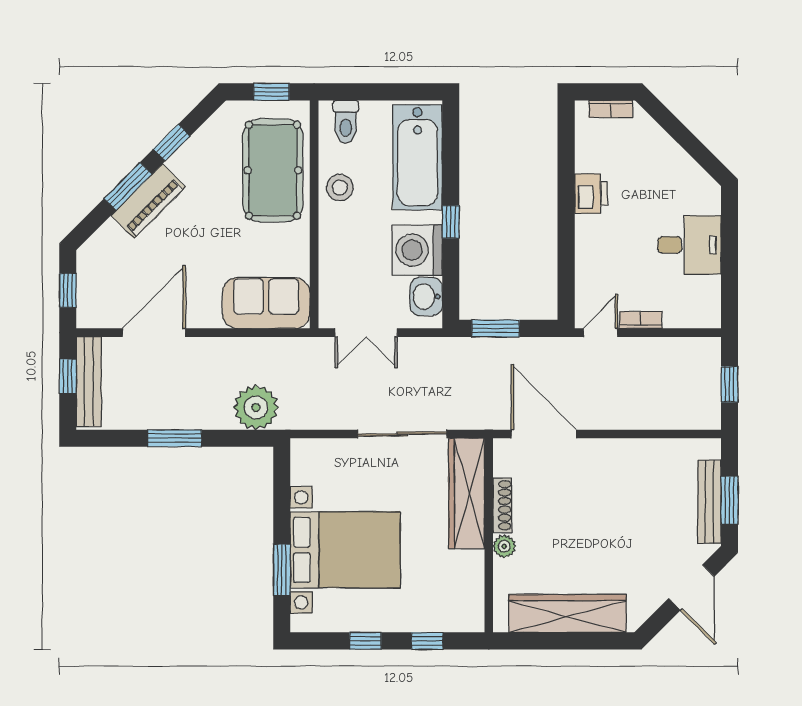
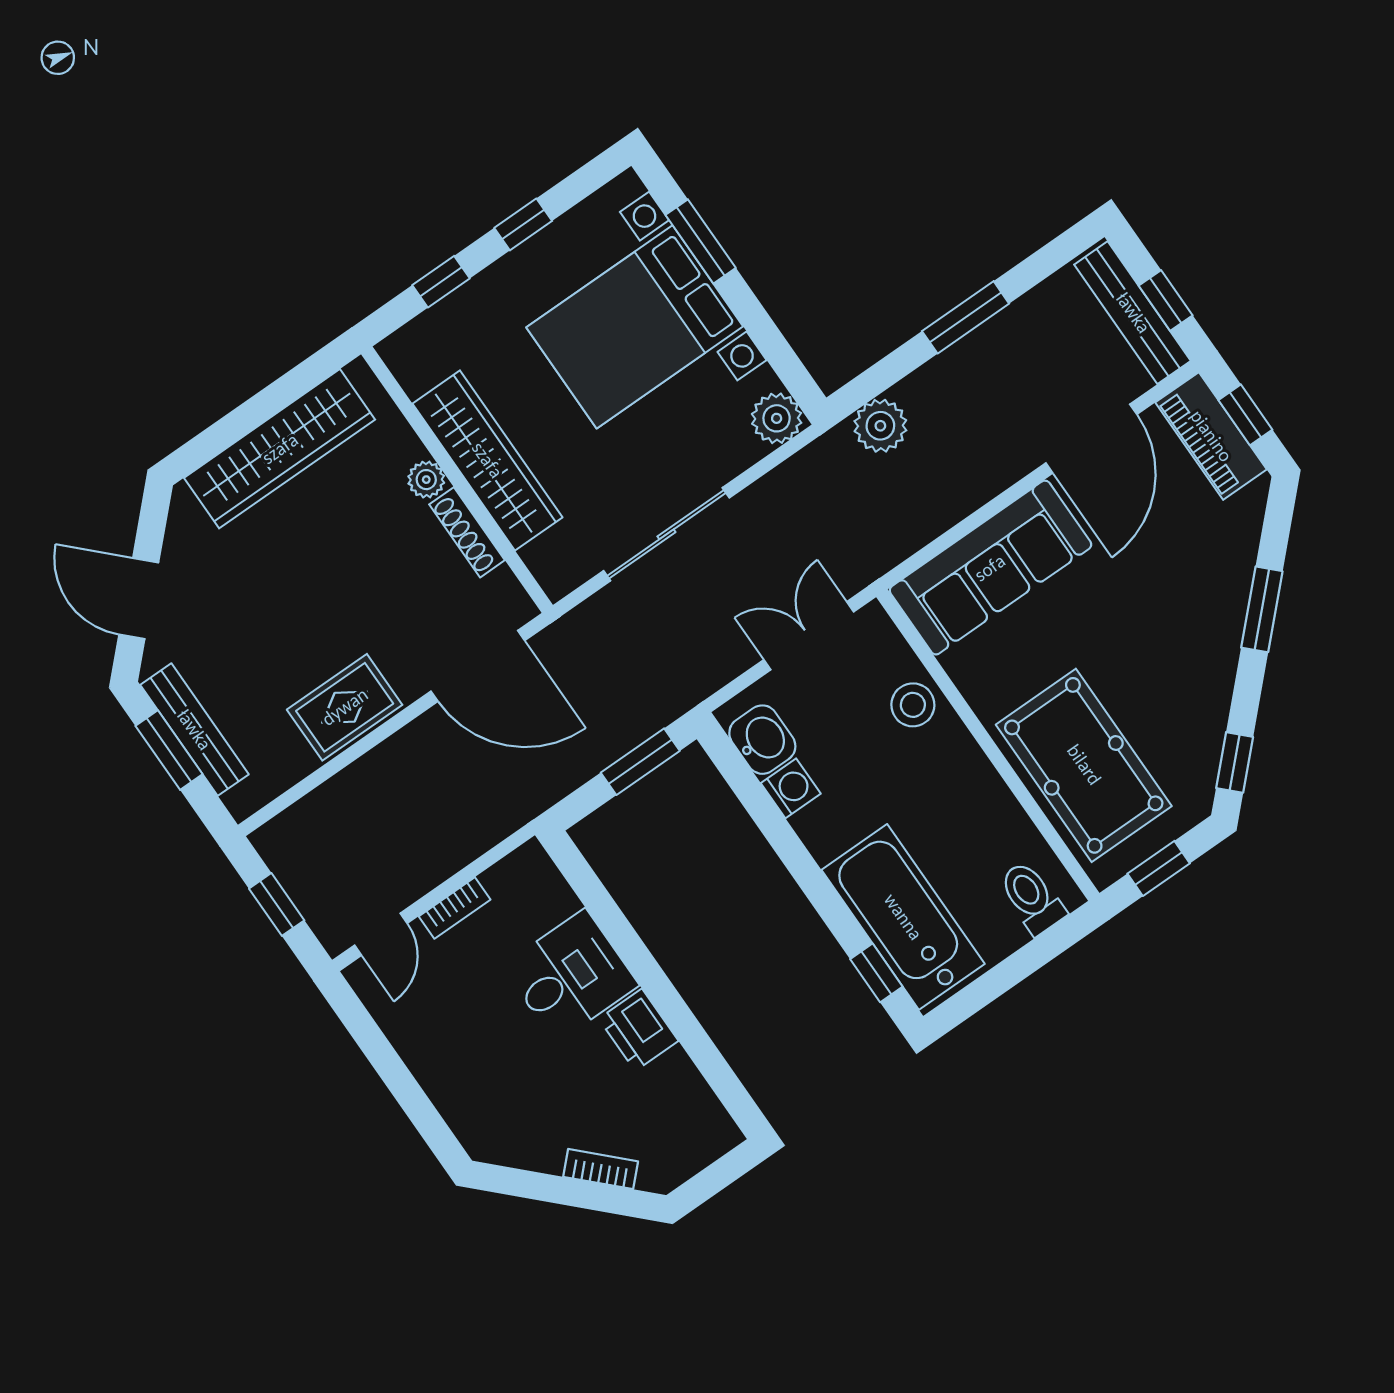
bookcase: (611, 109) -> (601, 1169), moved, turned 45
window: (172, 143) -> (1235, 762), moved
stool: (340, 187) -> (913, 705), moved
piano: (148, 201) -> (1211, 436), moved, turned -45
window: (451, 222) -> (876, 973), moved
desk: (689, 245) -> (570, 976), moved, turned 180
washing machine: (417, 250) -> (791, 788), width x0.53, depth x0.53
sofa: (266, 303) -> (990, 568), width x1.36
door: (600, 333) -> (381, 934), moved
plant: (256, 407) -> (880, 426), width x0.73, depth x0.73
plant: (306, 454) -> (777, 418), added
rug: (626, 460) -> (345, 707), added
wardrobe: (467, 493) -> (487, 460), moved

